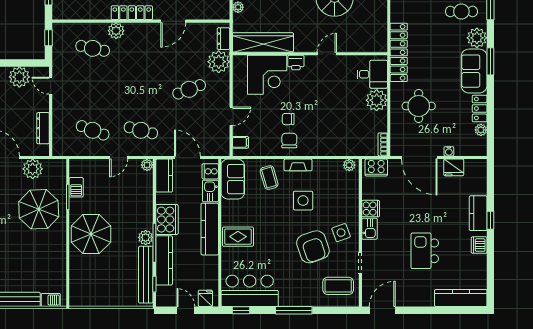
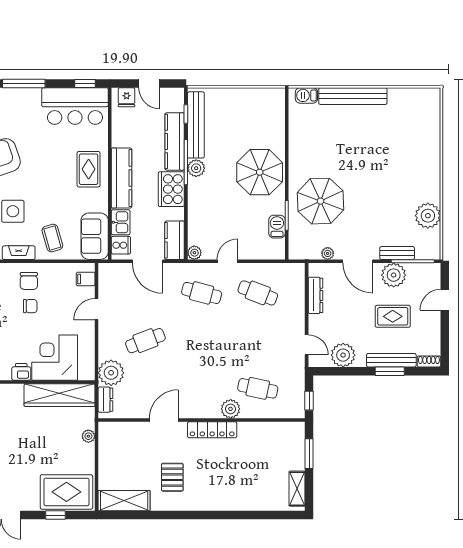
plant: (33, 169) -> (328, 253), width x0.53, depth x0.53
rug: (238, 237) -> (89, 169), turned 90

